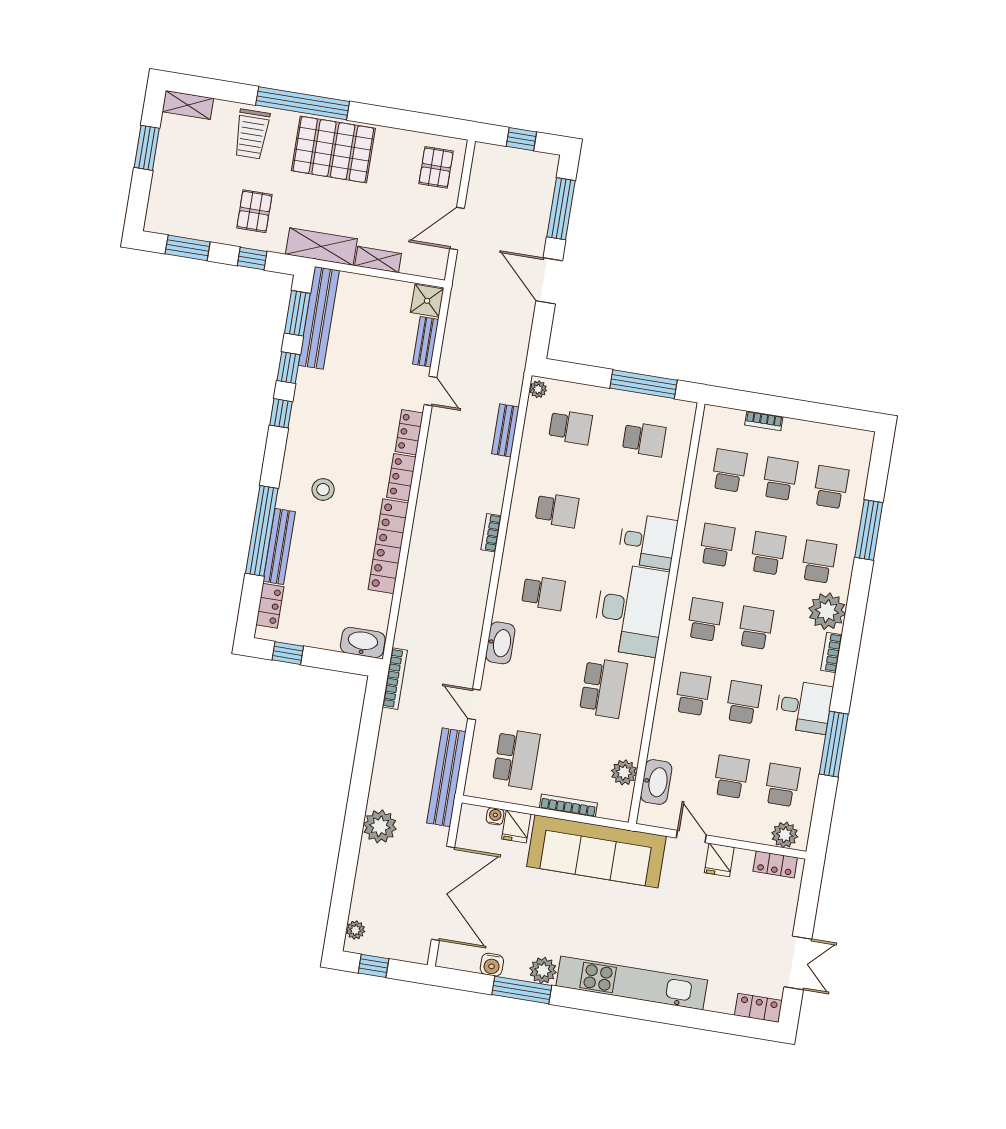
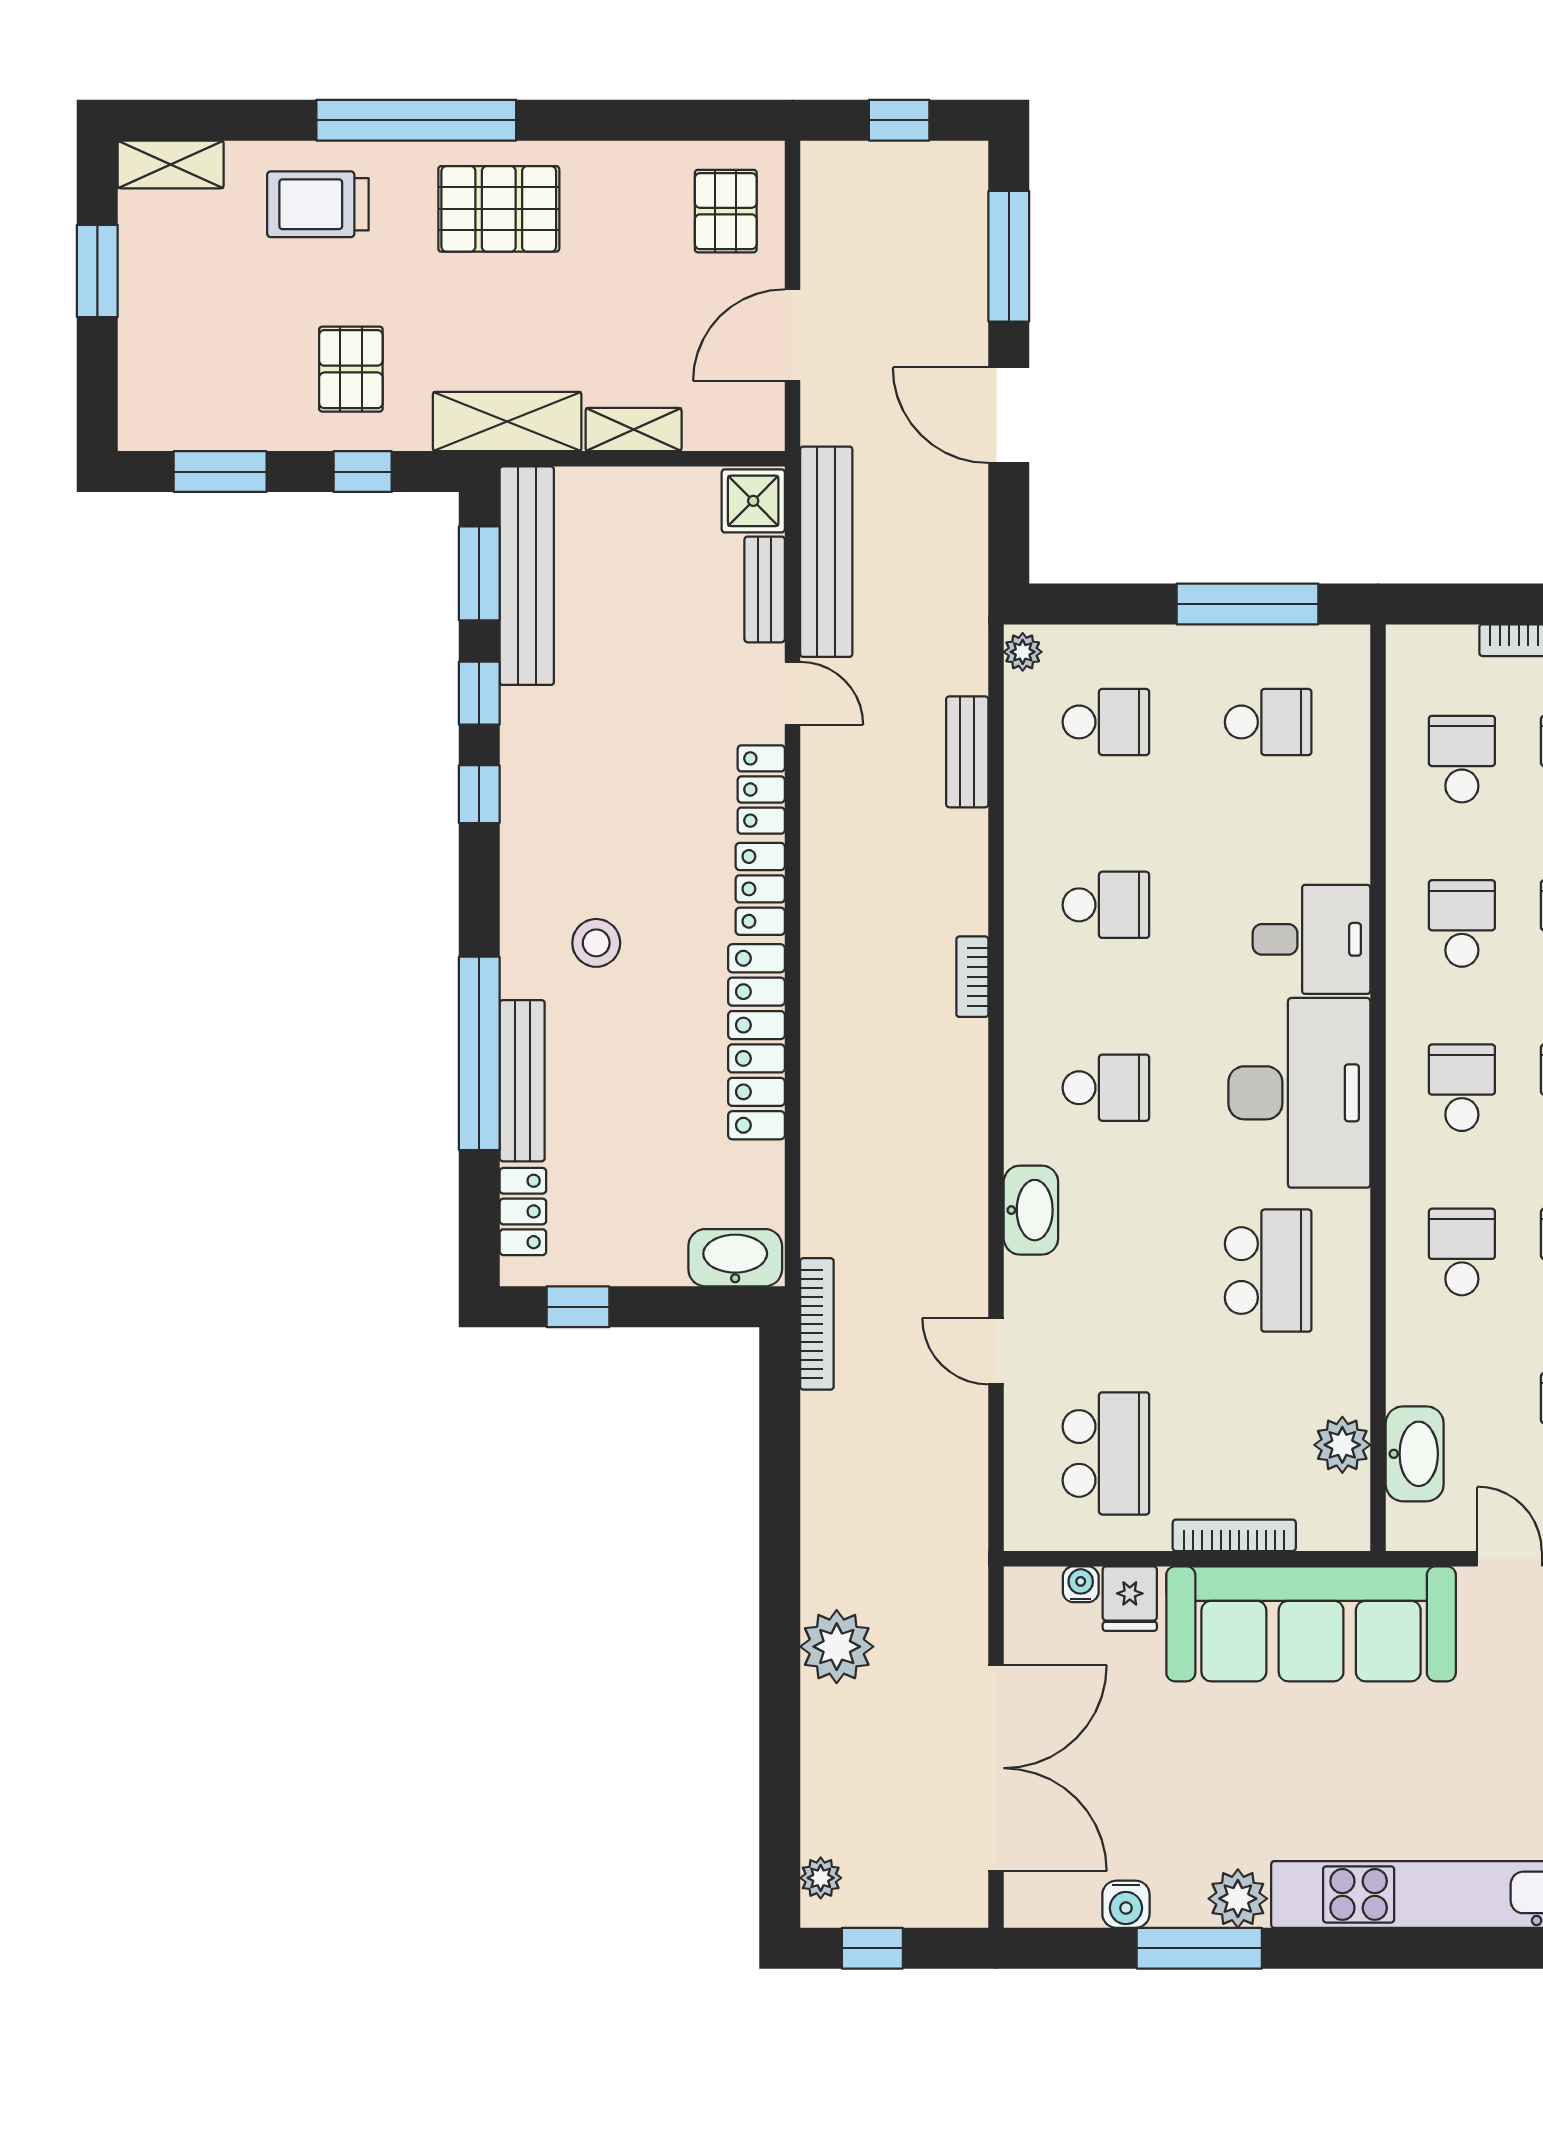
trolley: (252, 134) -> (318, 204), turned 90
pallet: (333, 150) -> (499, 209), width x0.73, depth x0.71
bench: (446, 777) -> (826, 552), moved

